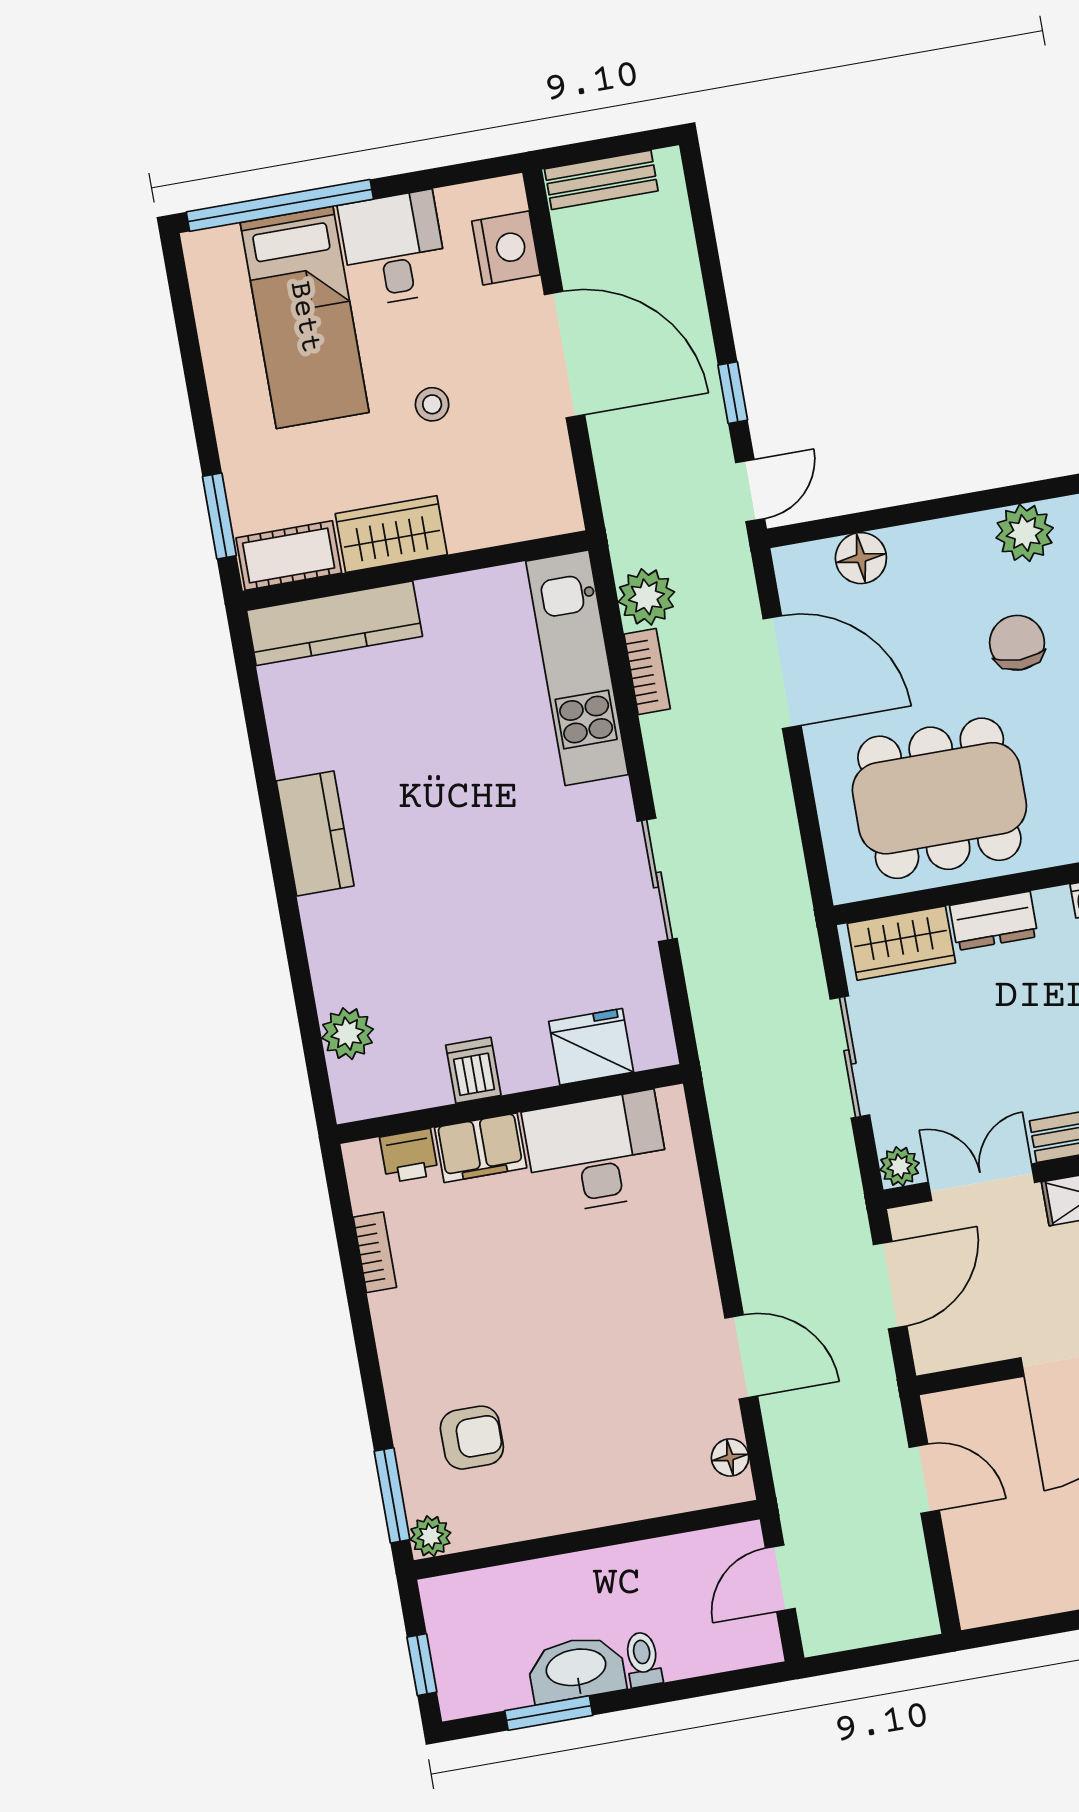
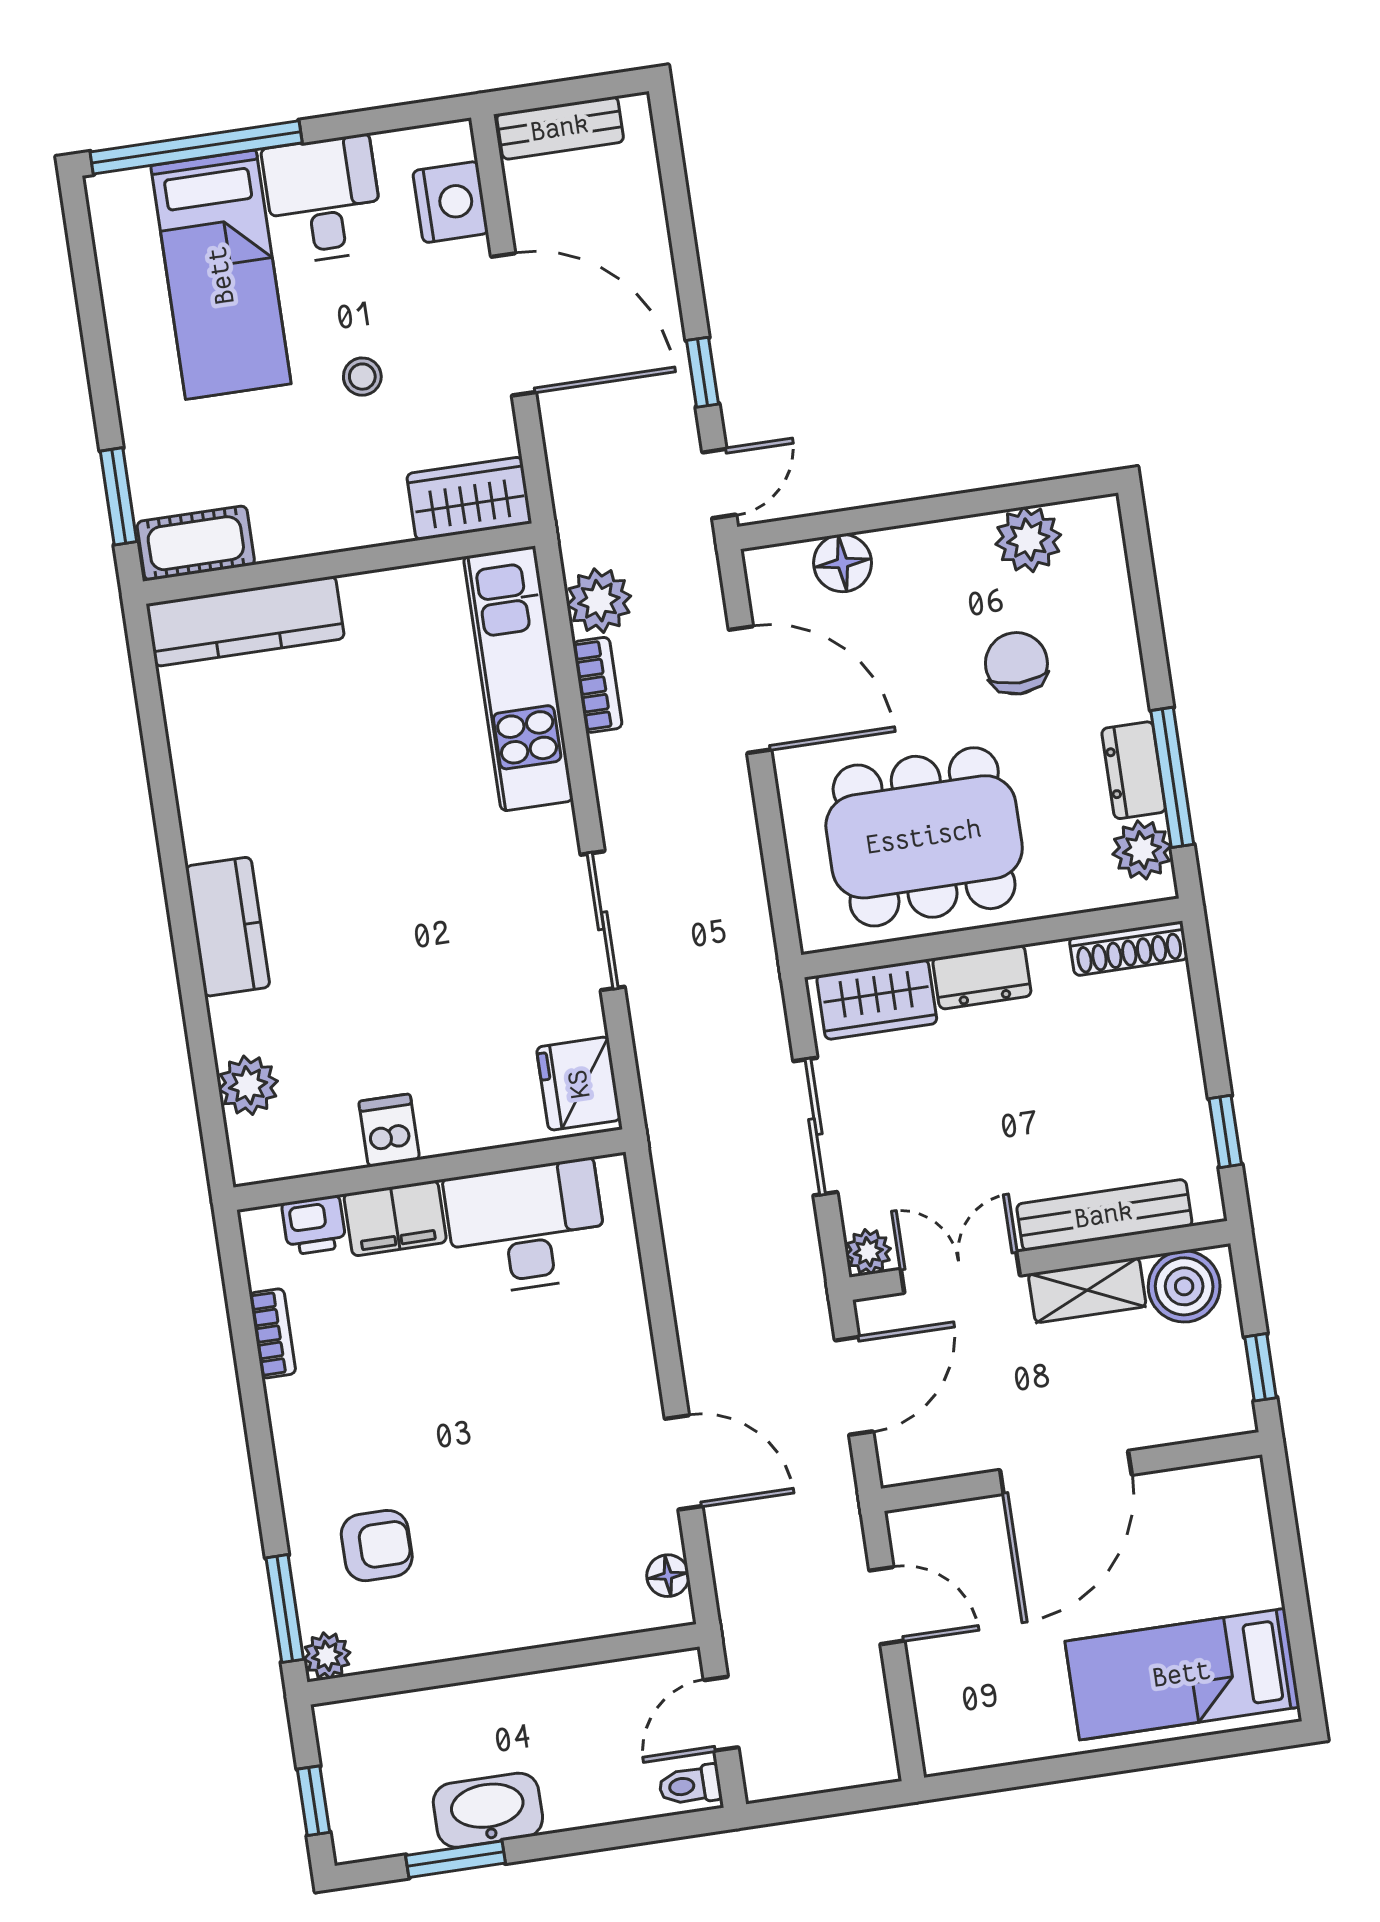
wardrobe: (391, 534) -> (469, 499), moved
kitchen counter: (315, 833) -> (228, 927), moved
fridge: (591, 1047) -> (579, 1084), moved, turned -90
toilet: (643, 1659) -> (690, 1785), moved, turned -90

